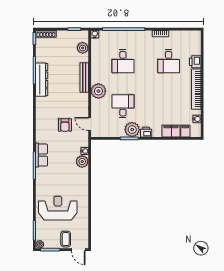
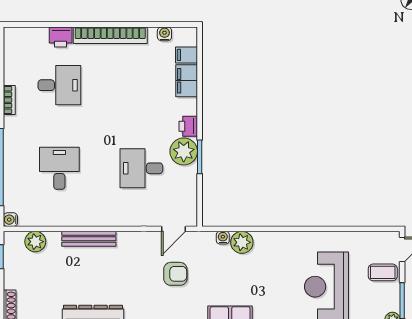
desk: (123, 61) -> (59, 168), turned -90
plant: (98, 91) -> (114, 213), removed

